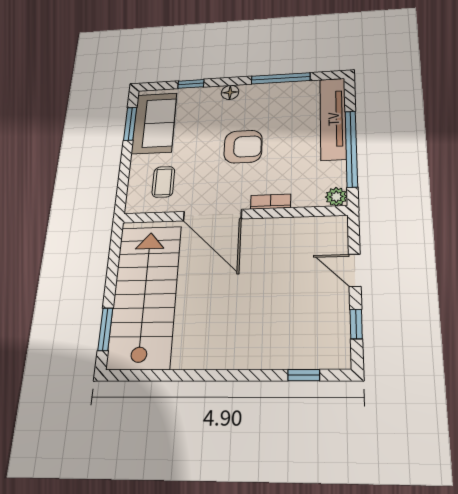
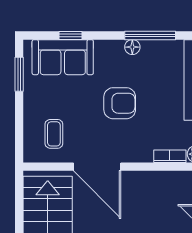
floor lamp: (230, 92) -> (132, 47), moved
sofa: (154, 123) -> (63, 57), moved, turned 90
bookcase: (271, 202) -> (170, 156), moved

